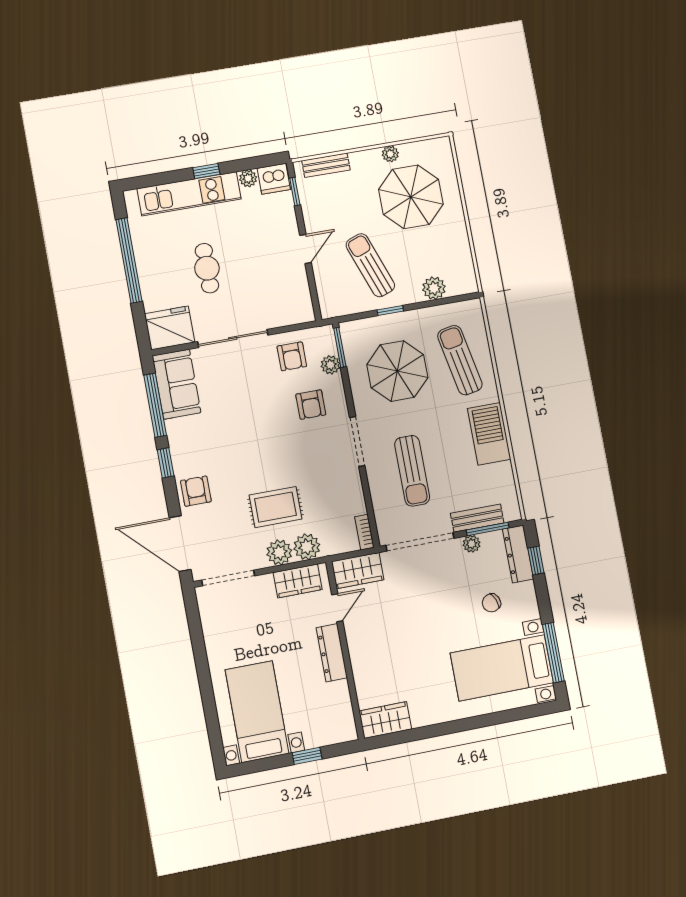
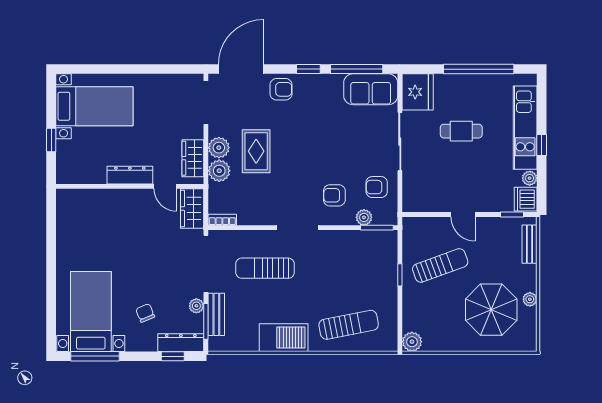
plant: (434, 288) -> (412, 342), moved
parasol: (397, 371) -> (349, 271), removed
wardrobe: (385, 720) -> (67, 208), removed

